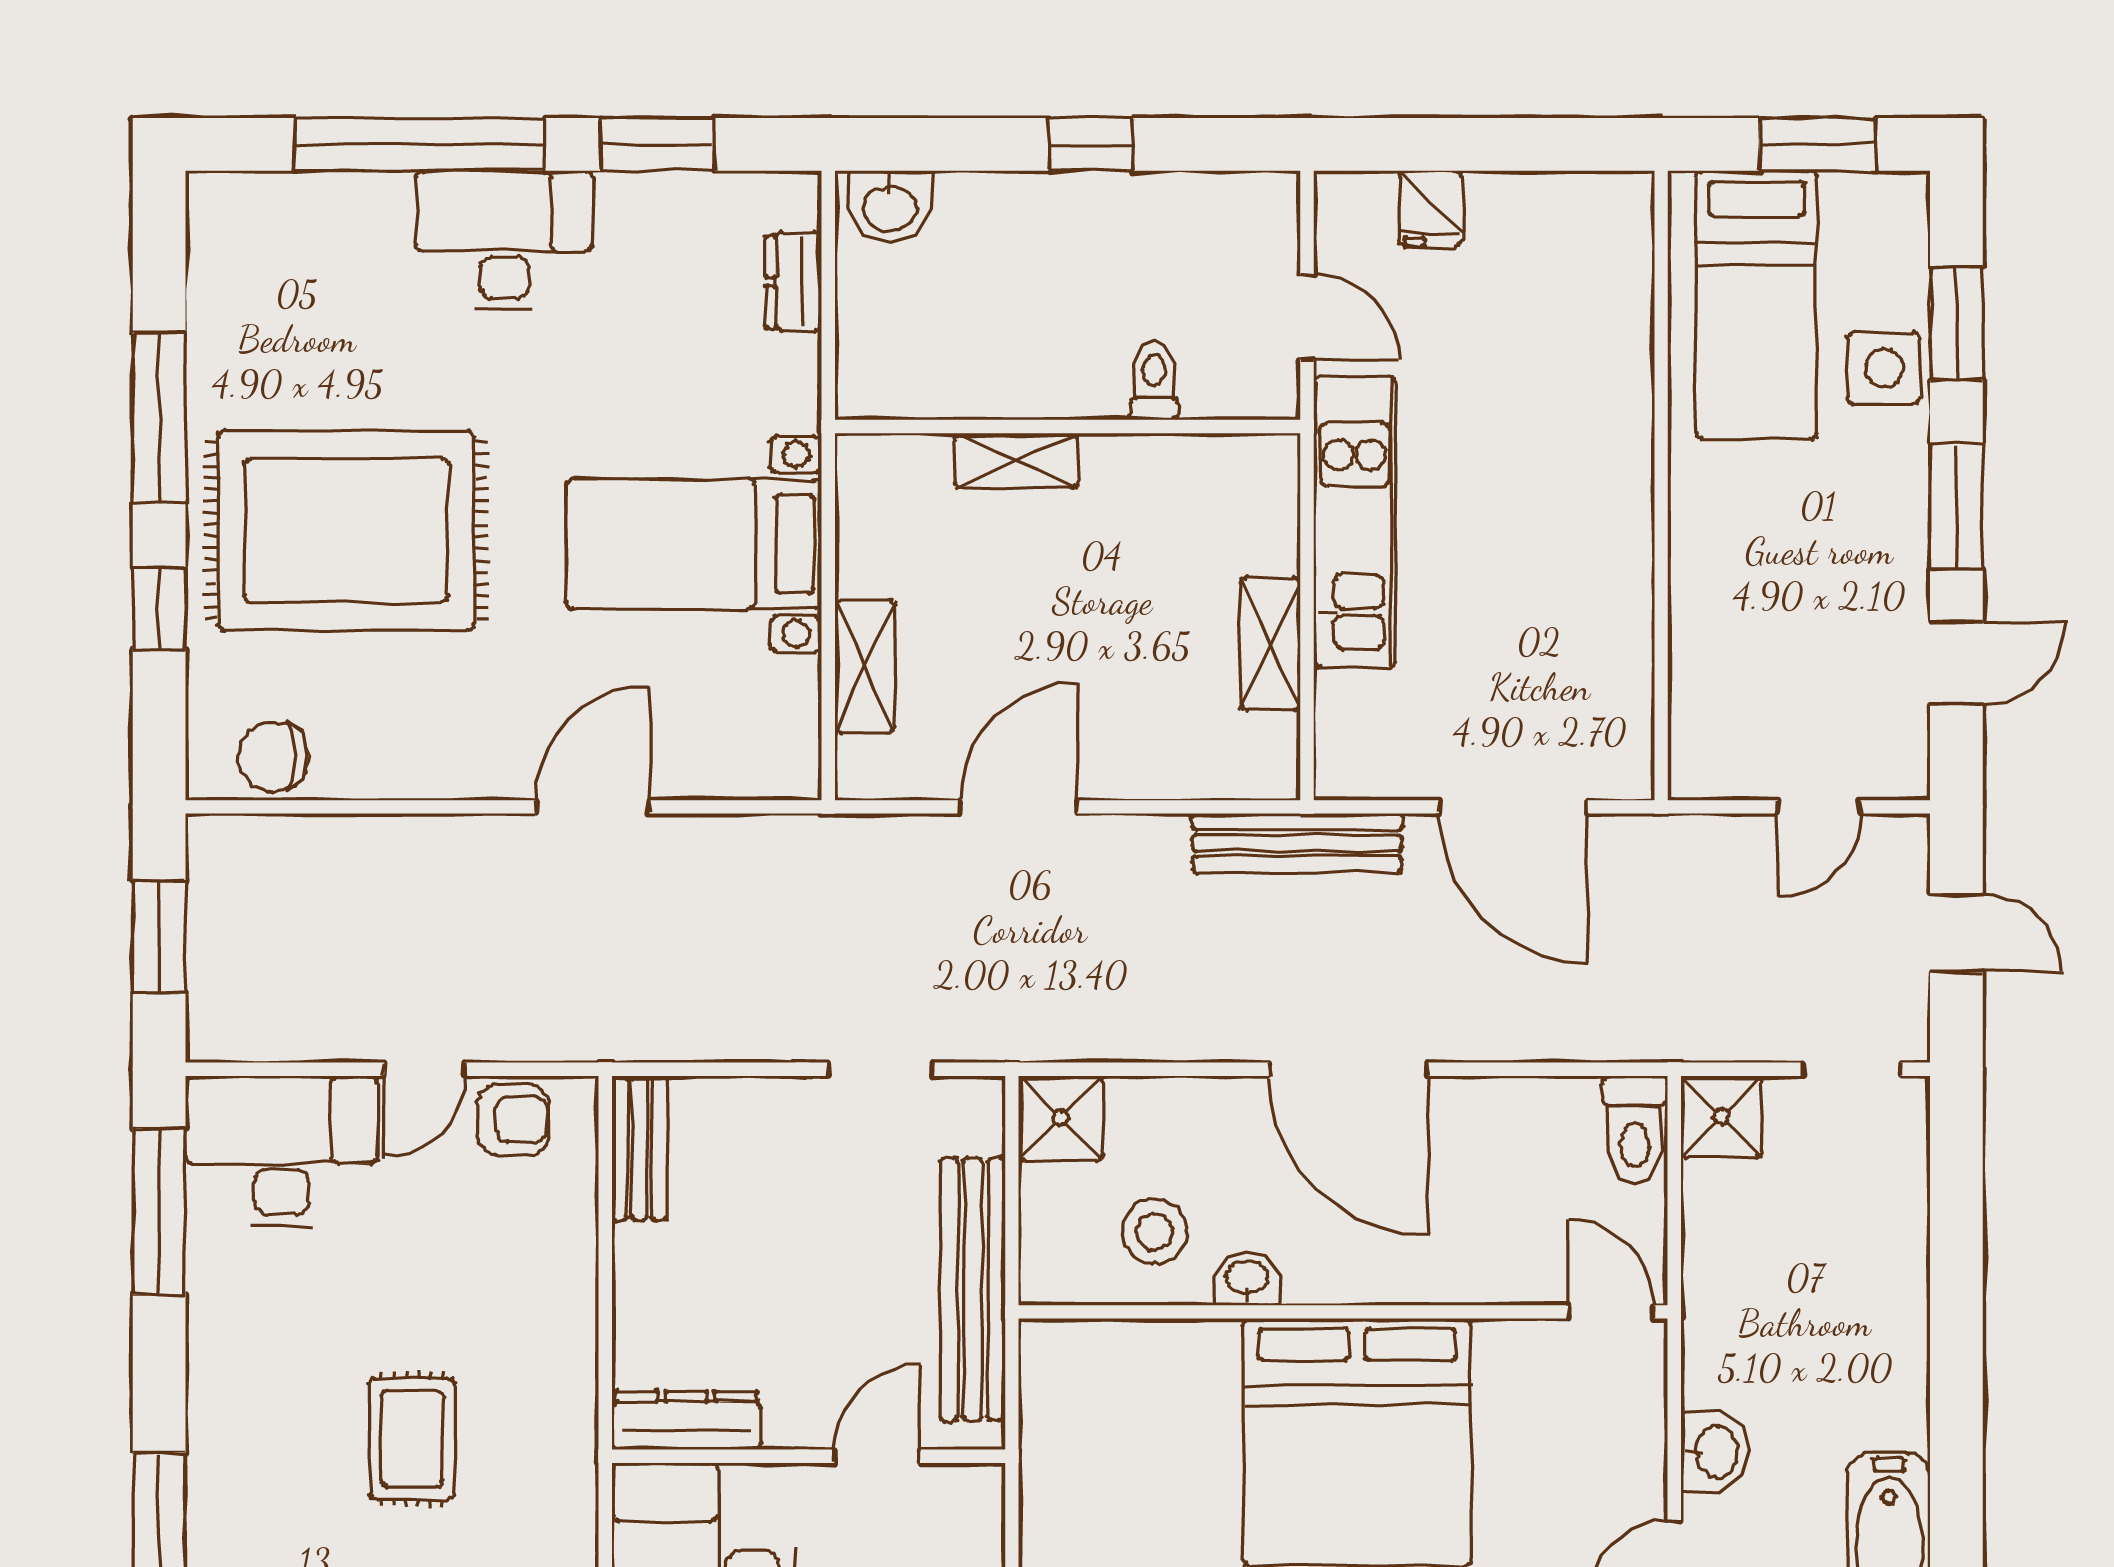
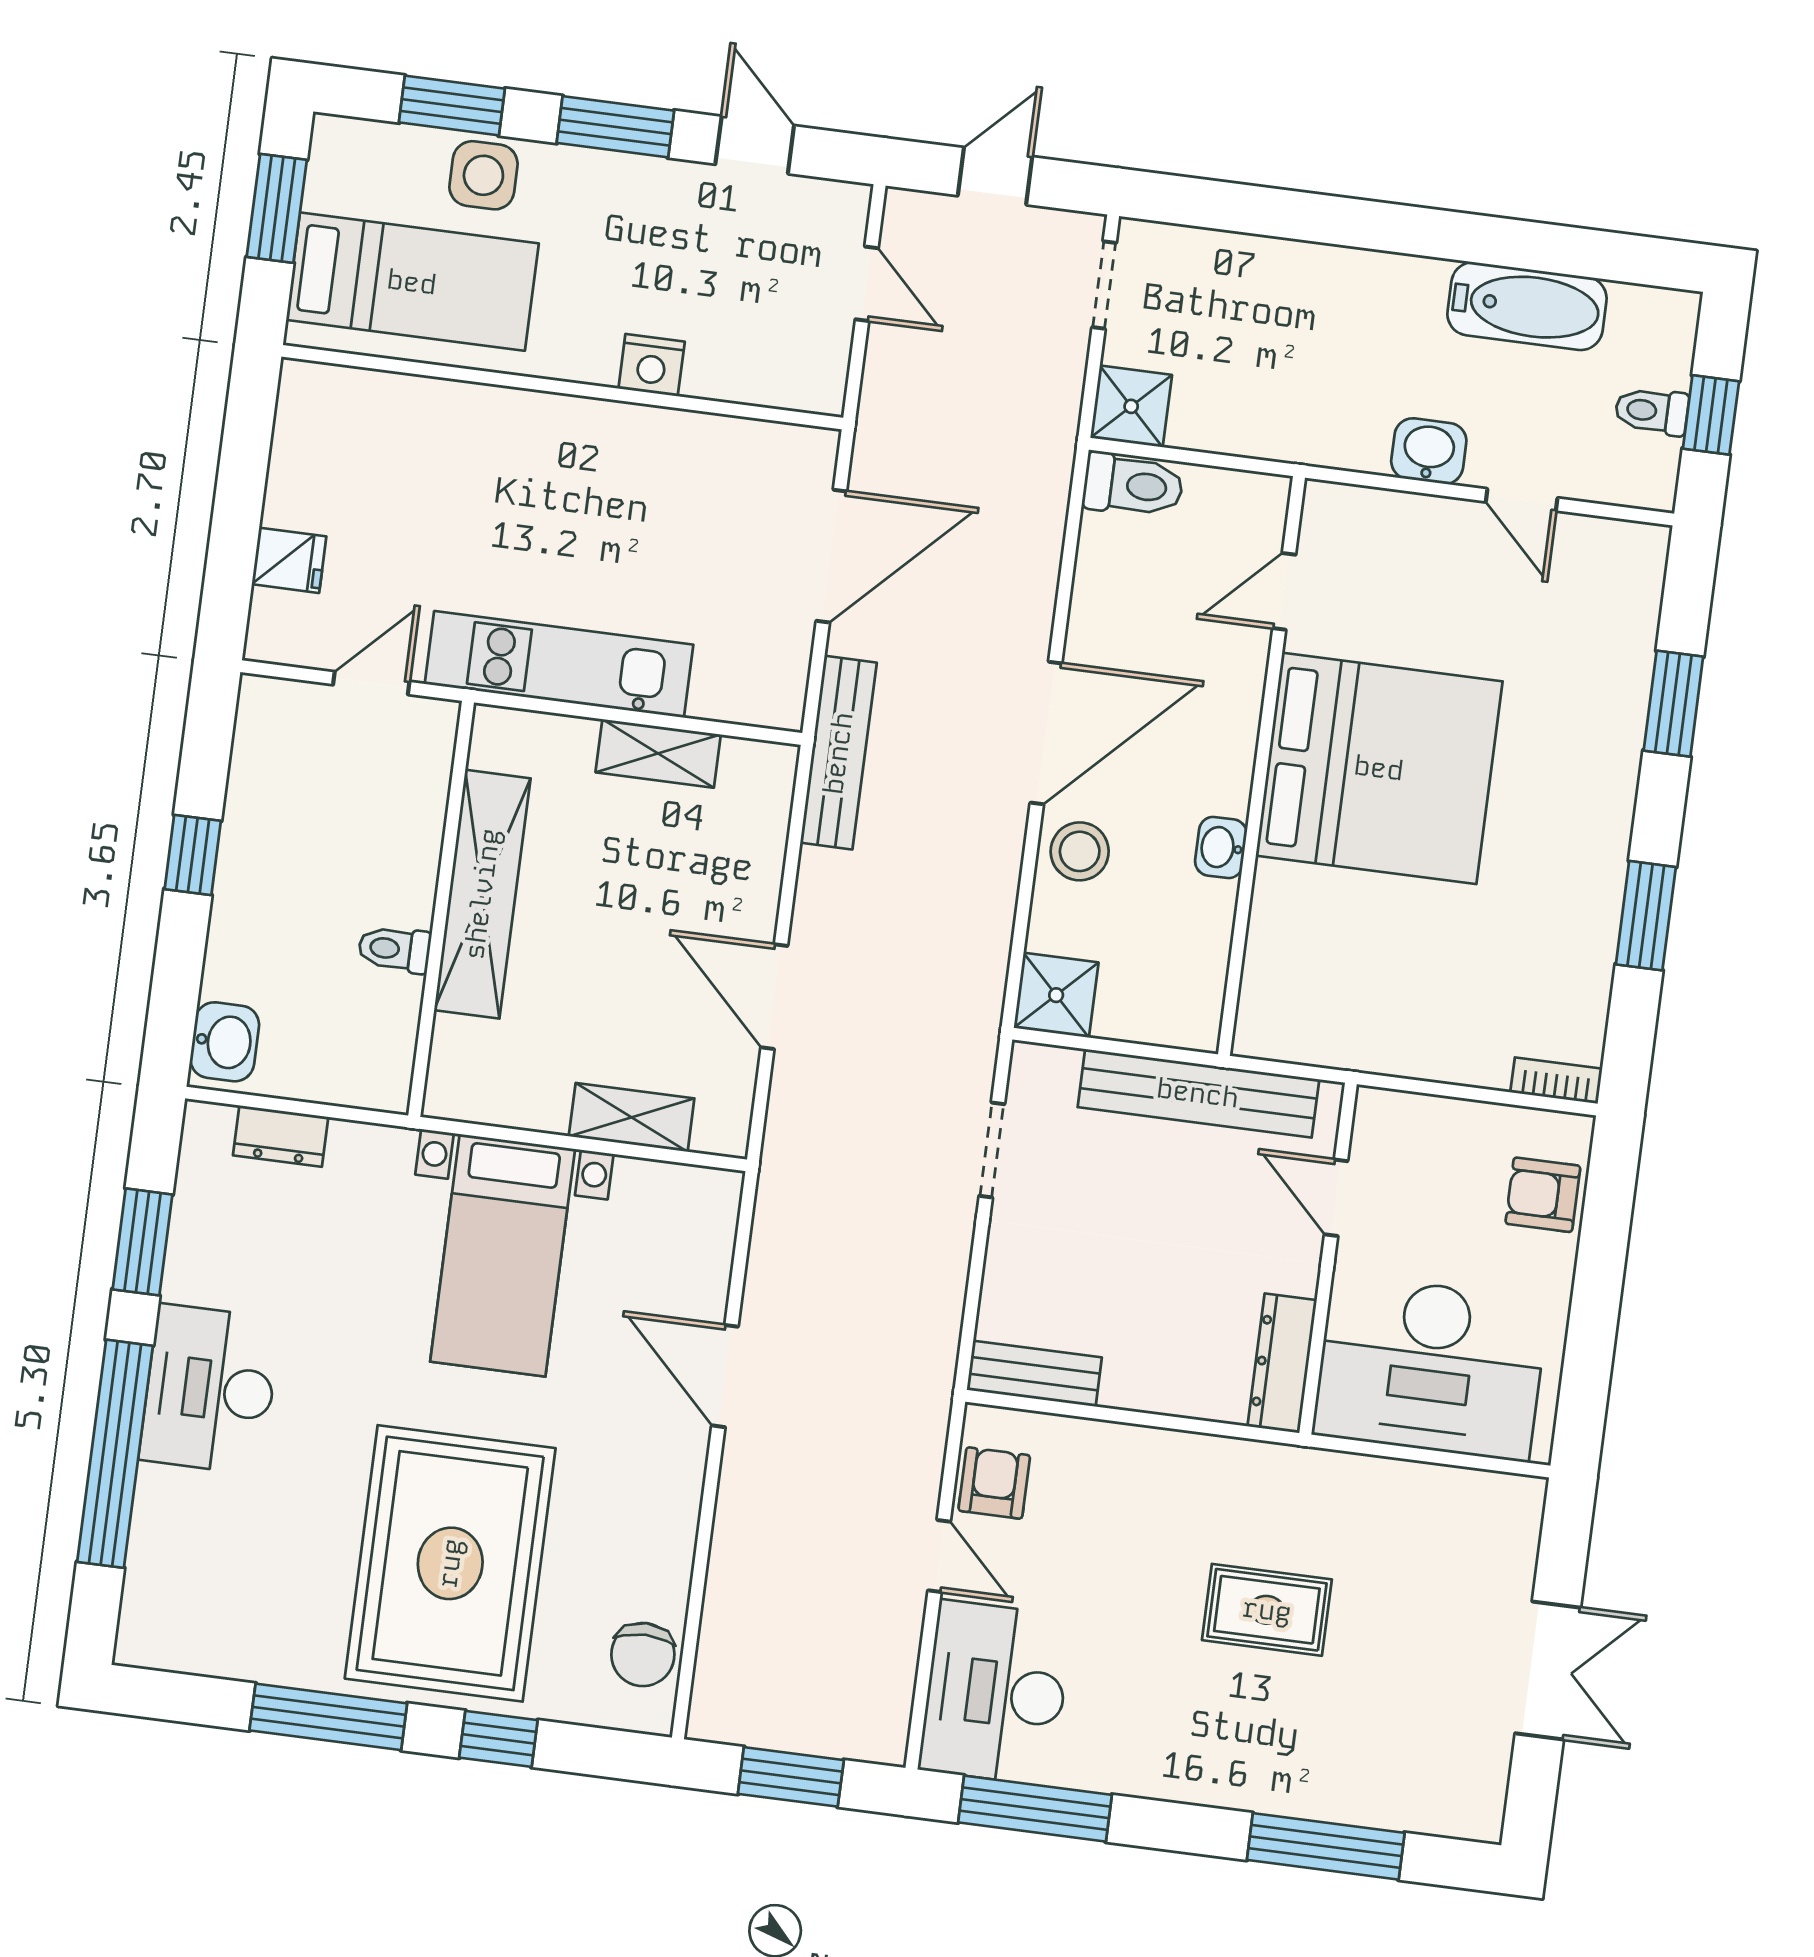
toilet: (1154, 381) -> (394, 949), moved
shelving: (1016, 461) -> (482, 894), width x2.20, depth x1.33
nightstand: (1698, 581) -> (652, 365), added
stool: (1155, 1232) -> (1080, 851), moved
door: (1611, 1312) -> (1284, 591), moved

